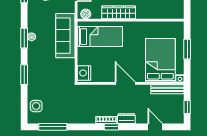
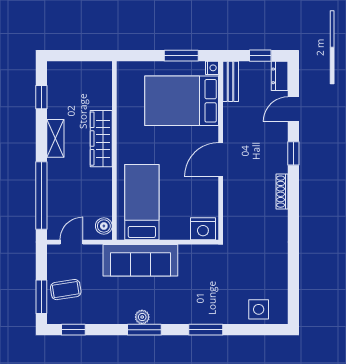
wardrobe: (119, 12) -> (101, 139), moved
window: (187, 49) -> (181, 56), moved
bench: (167, 89) -> (231, 81), width x0.73
dresser: (126, 119) -> (280, 76), moved
window: (53, 127) -> (293, 282), removed
window: (111, 127) -> (293, 153), moved

